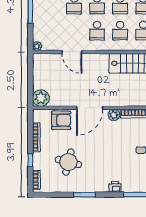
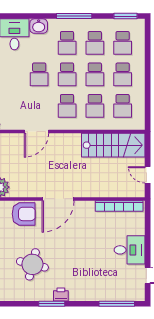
door: (72, 52) -> (36, 132), hinge flipped
plant: (114, 115) -> (87, 207), removed
printer: (115, 187) -> (61, 294), moved

